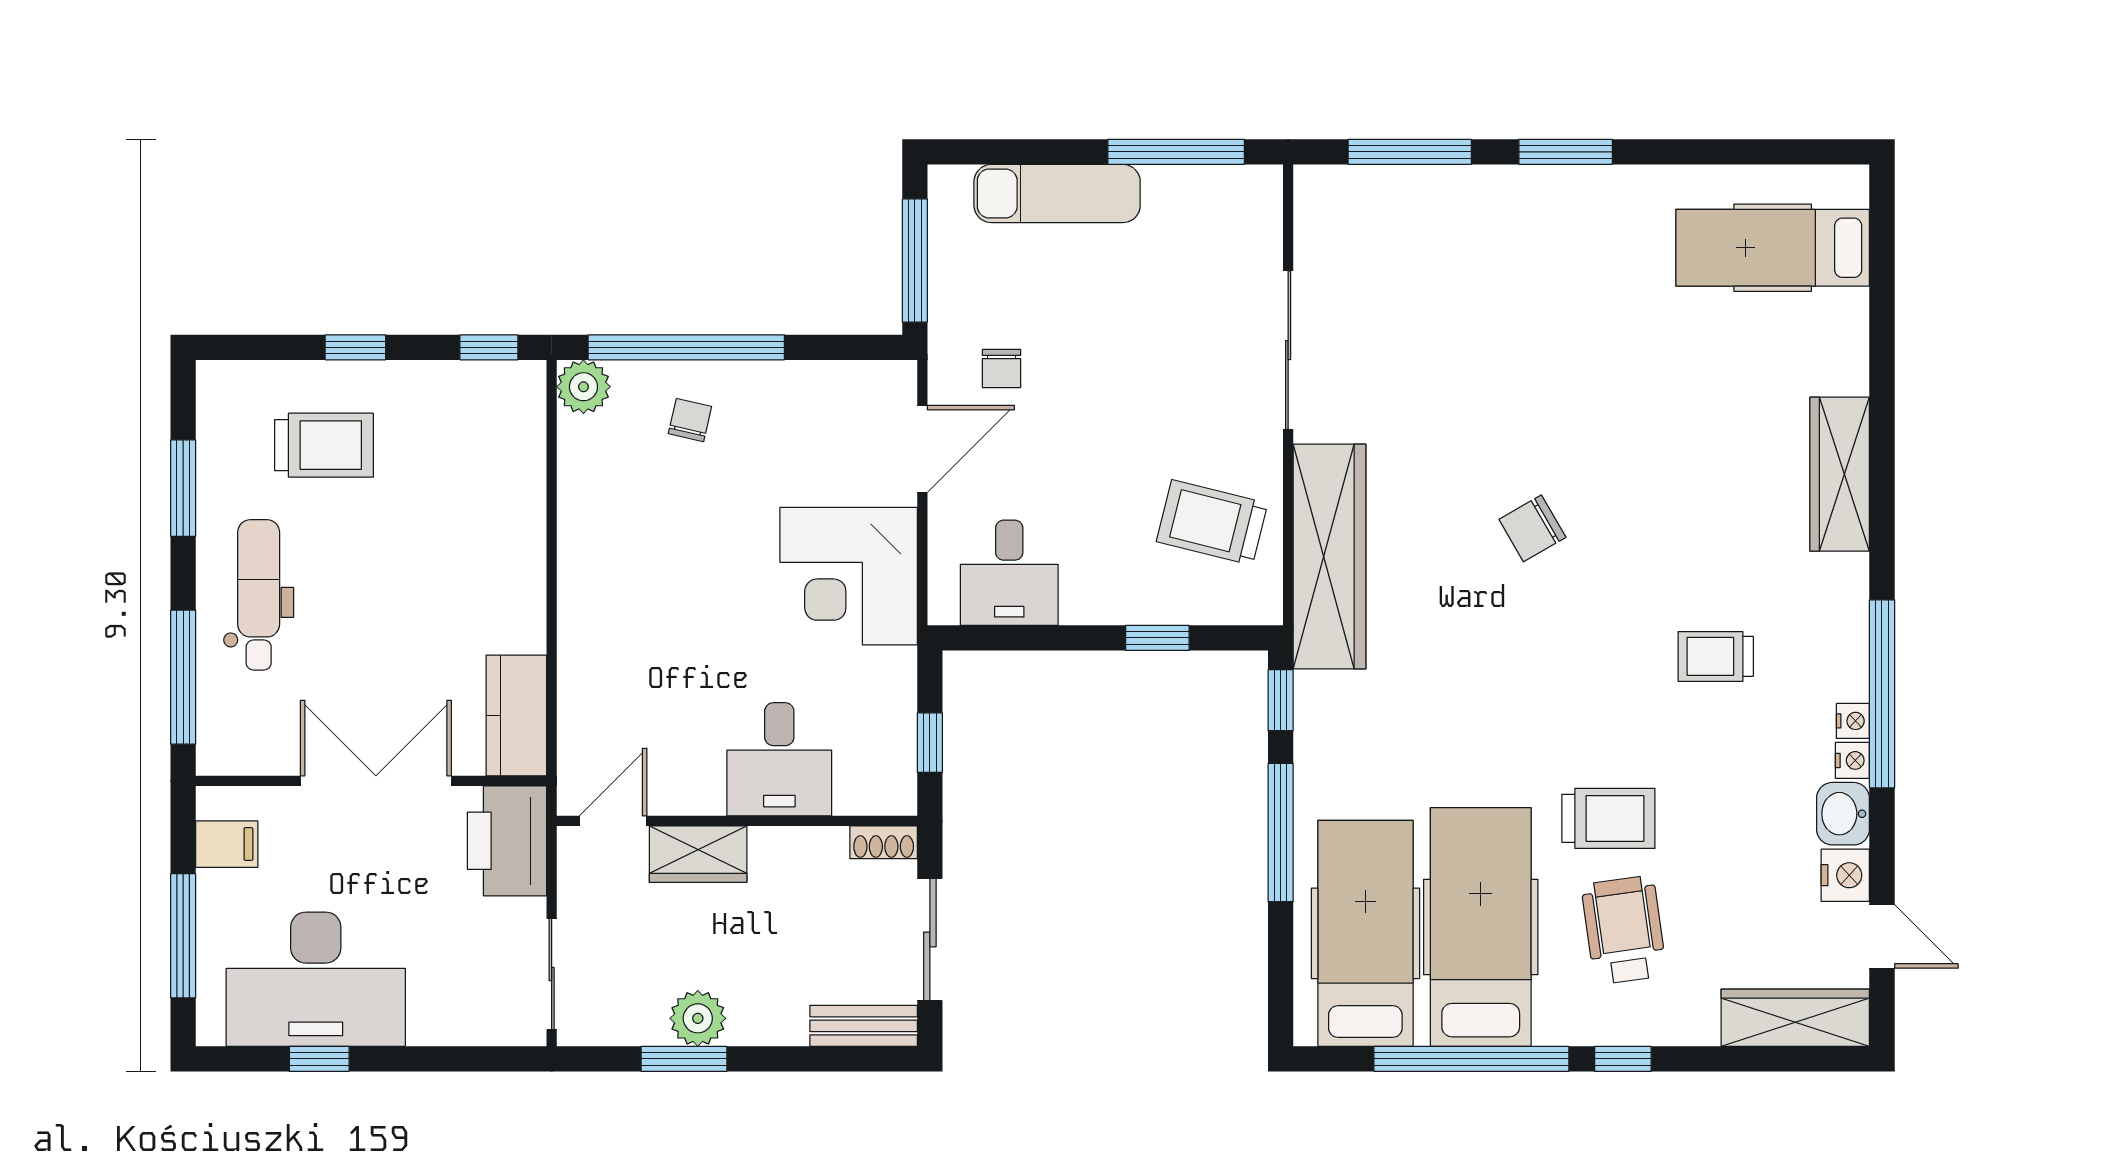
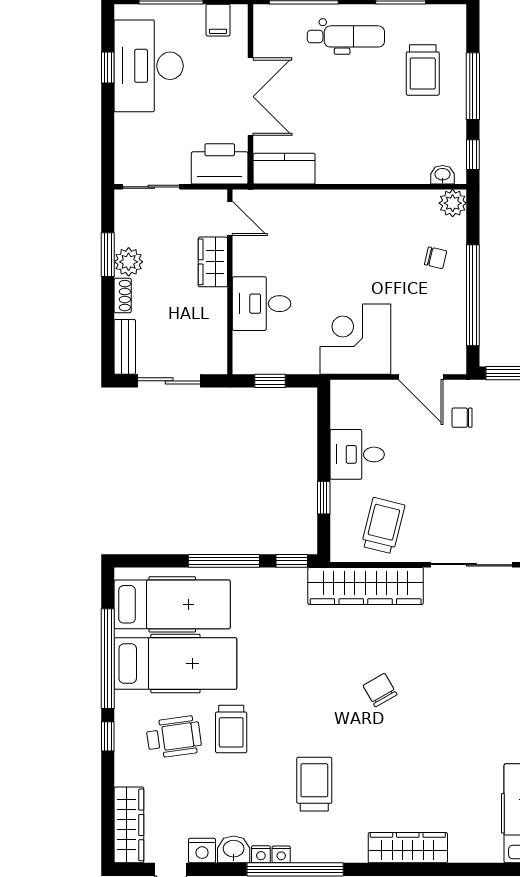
window: (355, 347) -> (473, 86), width x2.17
window: (686, 347) -> (473, 295), moved
washbasin: (528, 407) -> (442, 175), added
desk: (1009, 573) -> (357, 454), moved
trolley: (1716, 656) -> (314, 784), width x1.36, depth x1.39
shoe rack: (884, 842) -> (123, 296), moved, turned 180

